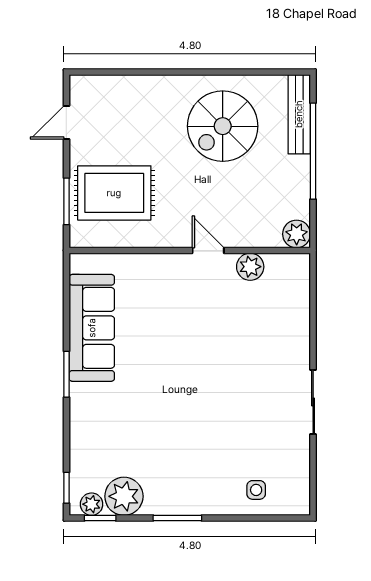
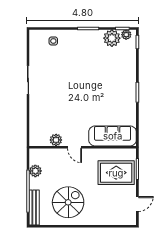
plant: (297, 234) -> (35, 171), moved
sofa: (92, 328) -> (113, 136), moved, turned 90

